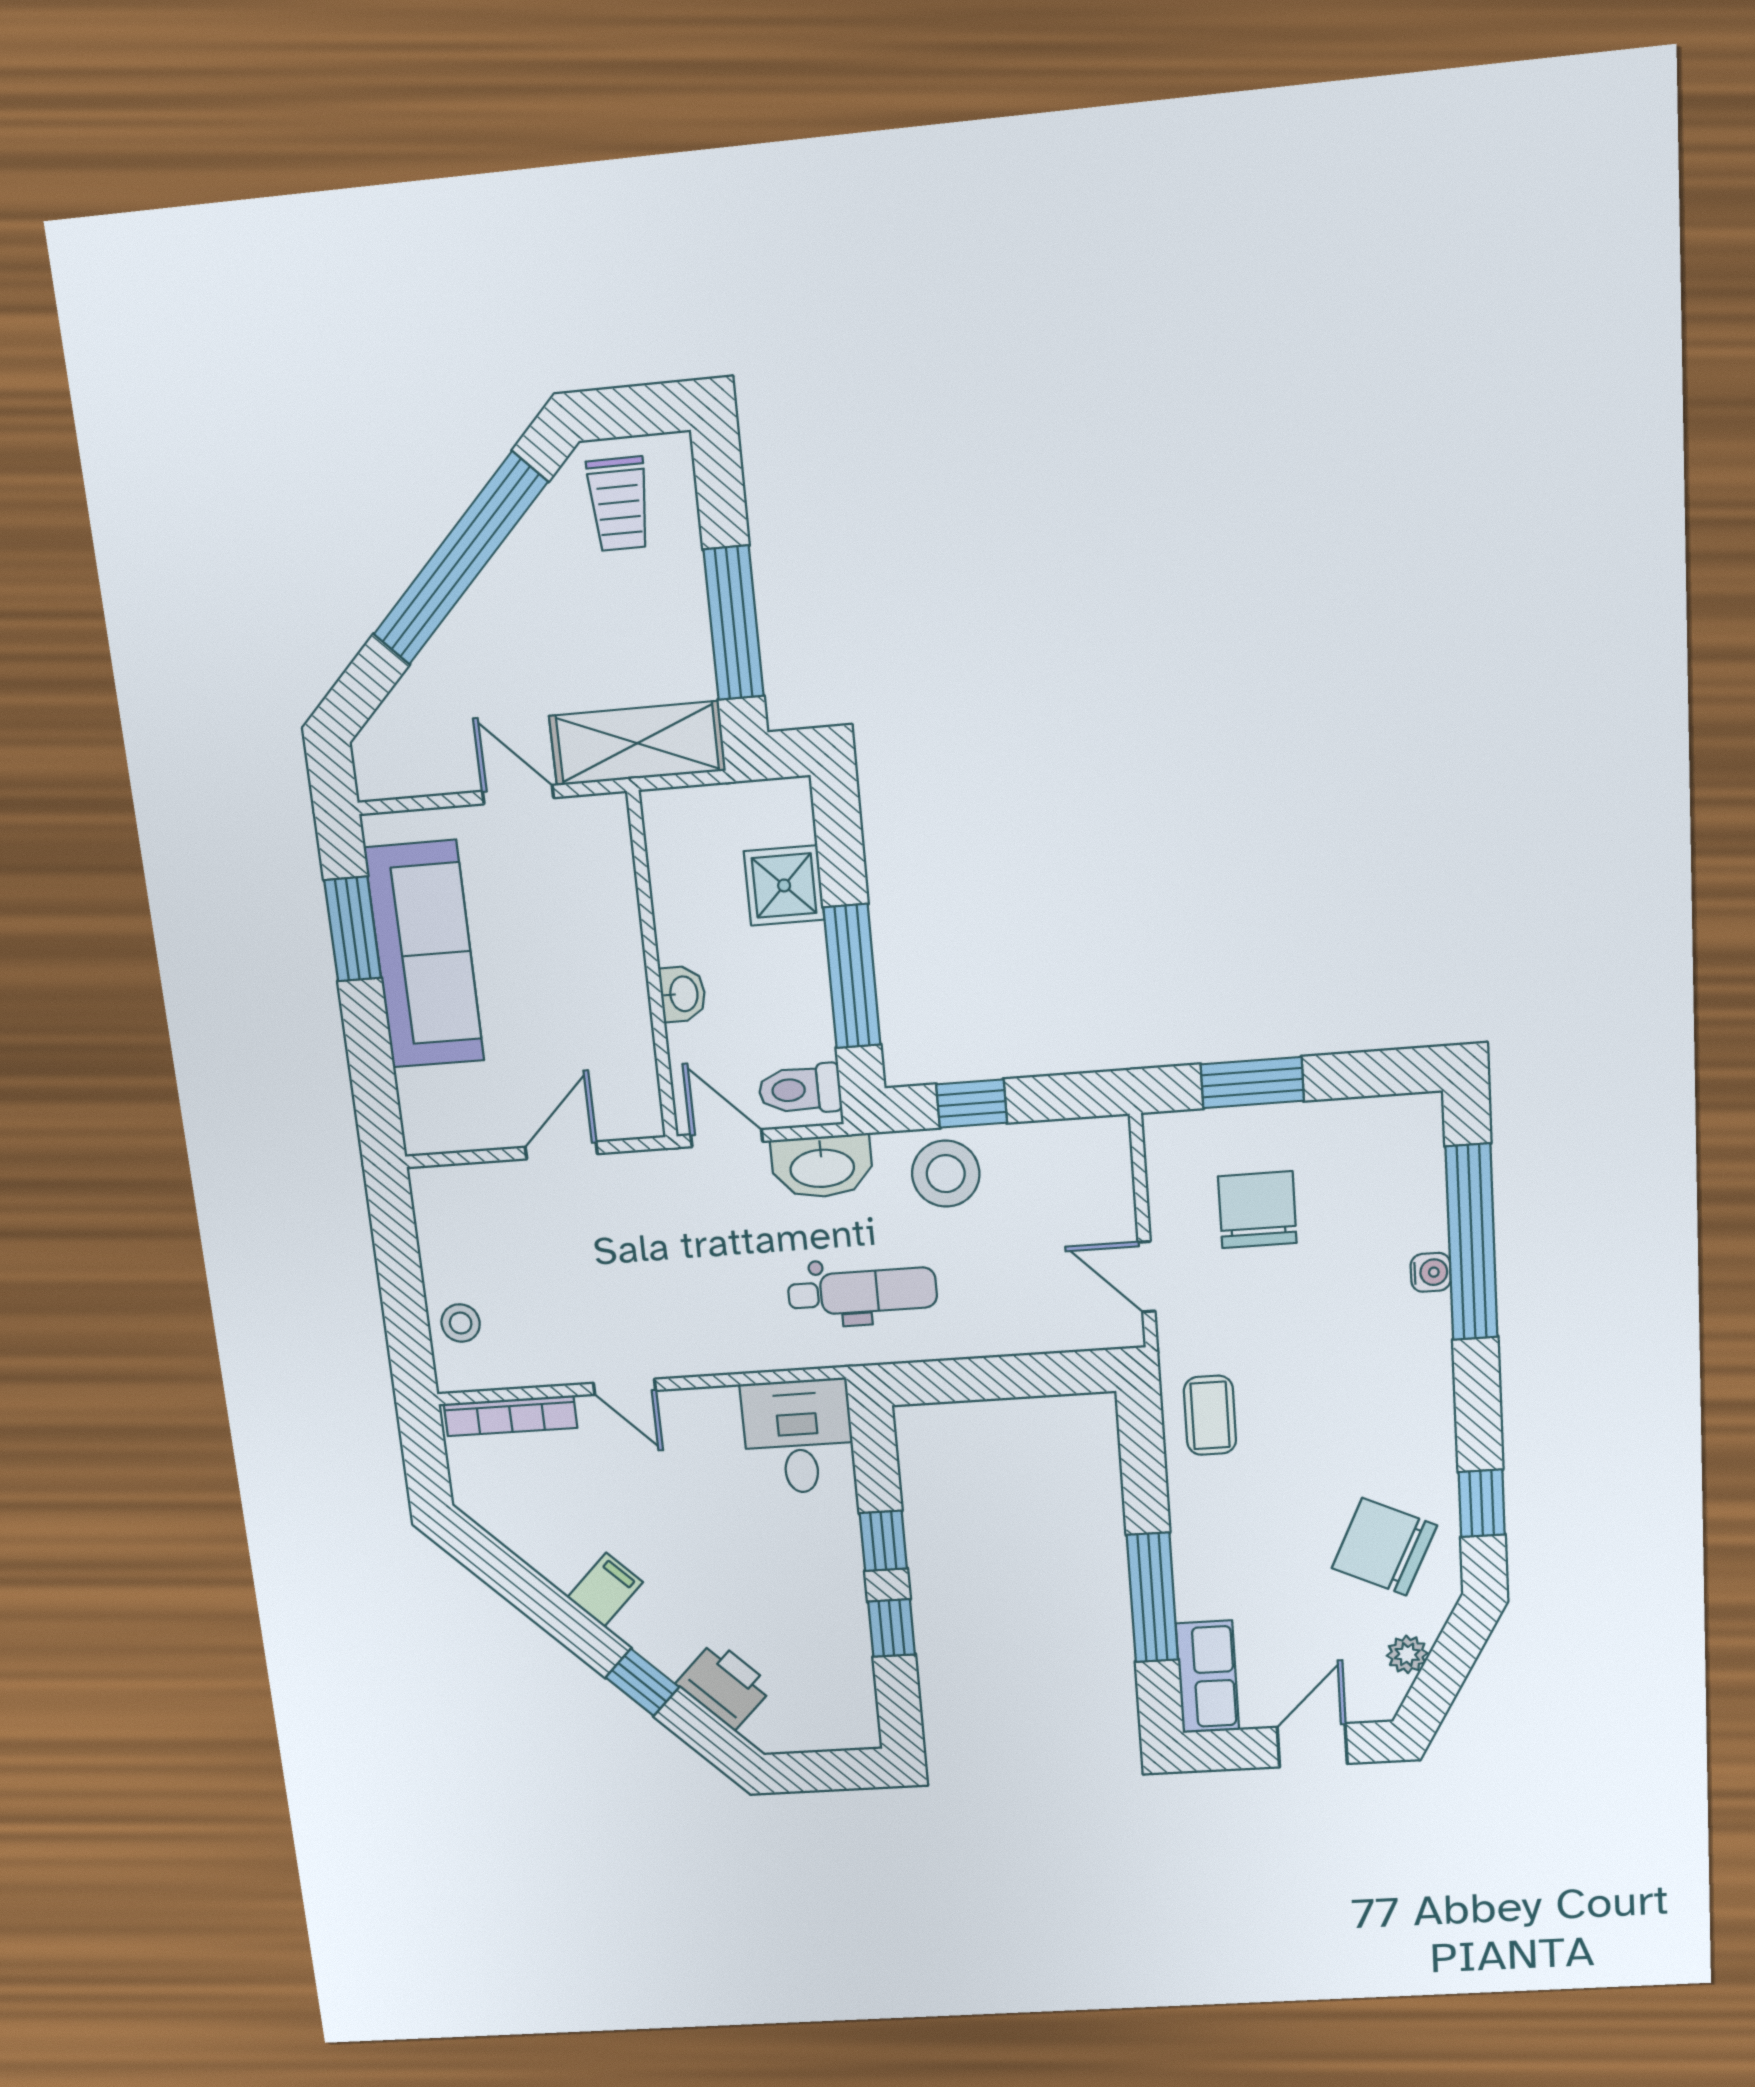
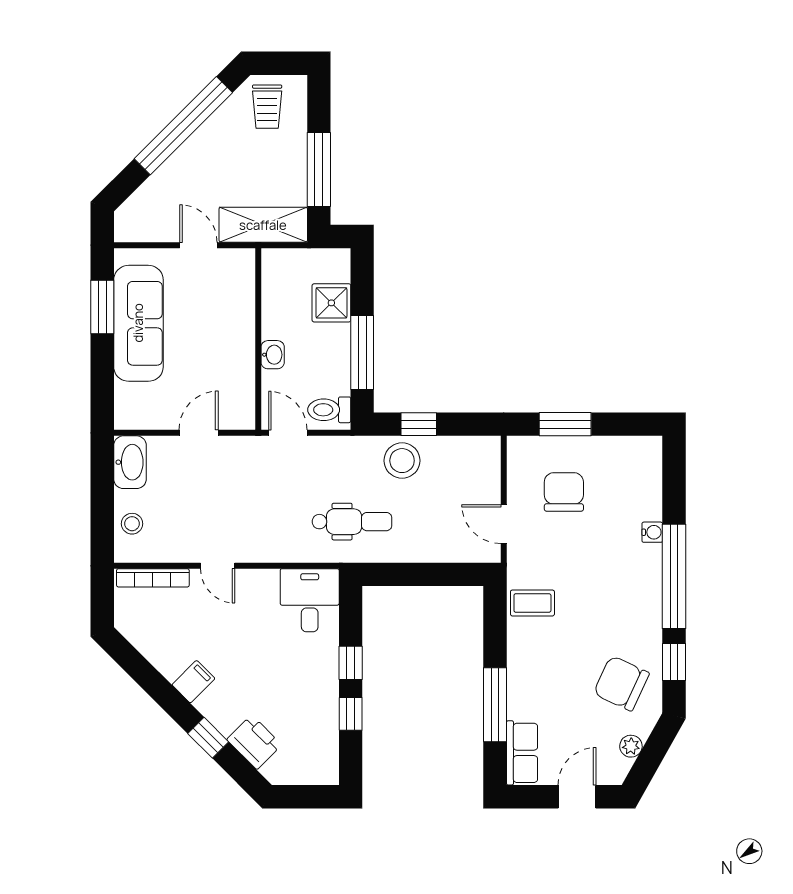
washbasin: (822, 1167) -> (130, 462), moved, turned -90
window: (1472, 1242) -> (674, 576), moved
coffee table: (1210, 1415) -> (532, 603), turned 90

